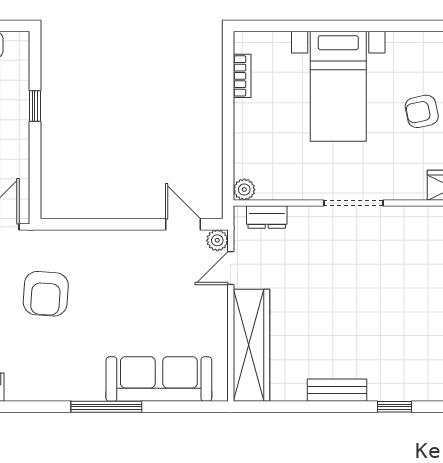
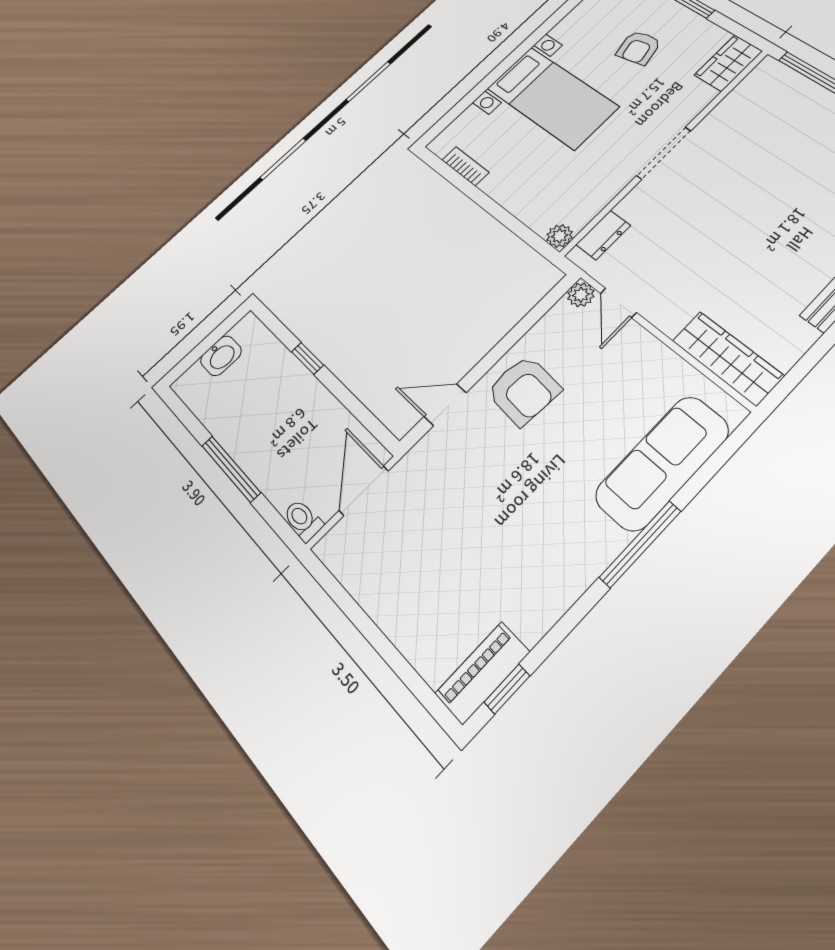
door: (183, 224) -> (445, 405), moved
armchair: (46, 294) -> (524, 390), moved
wardrobe: (252, 345) -> (728, 358), width x0.71, depth x0.85

